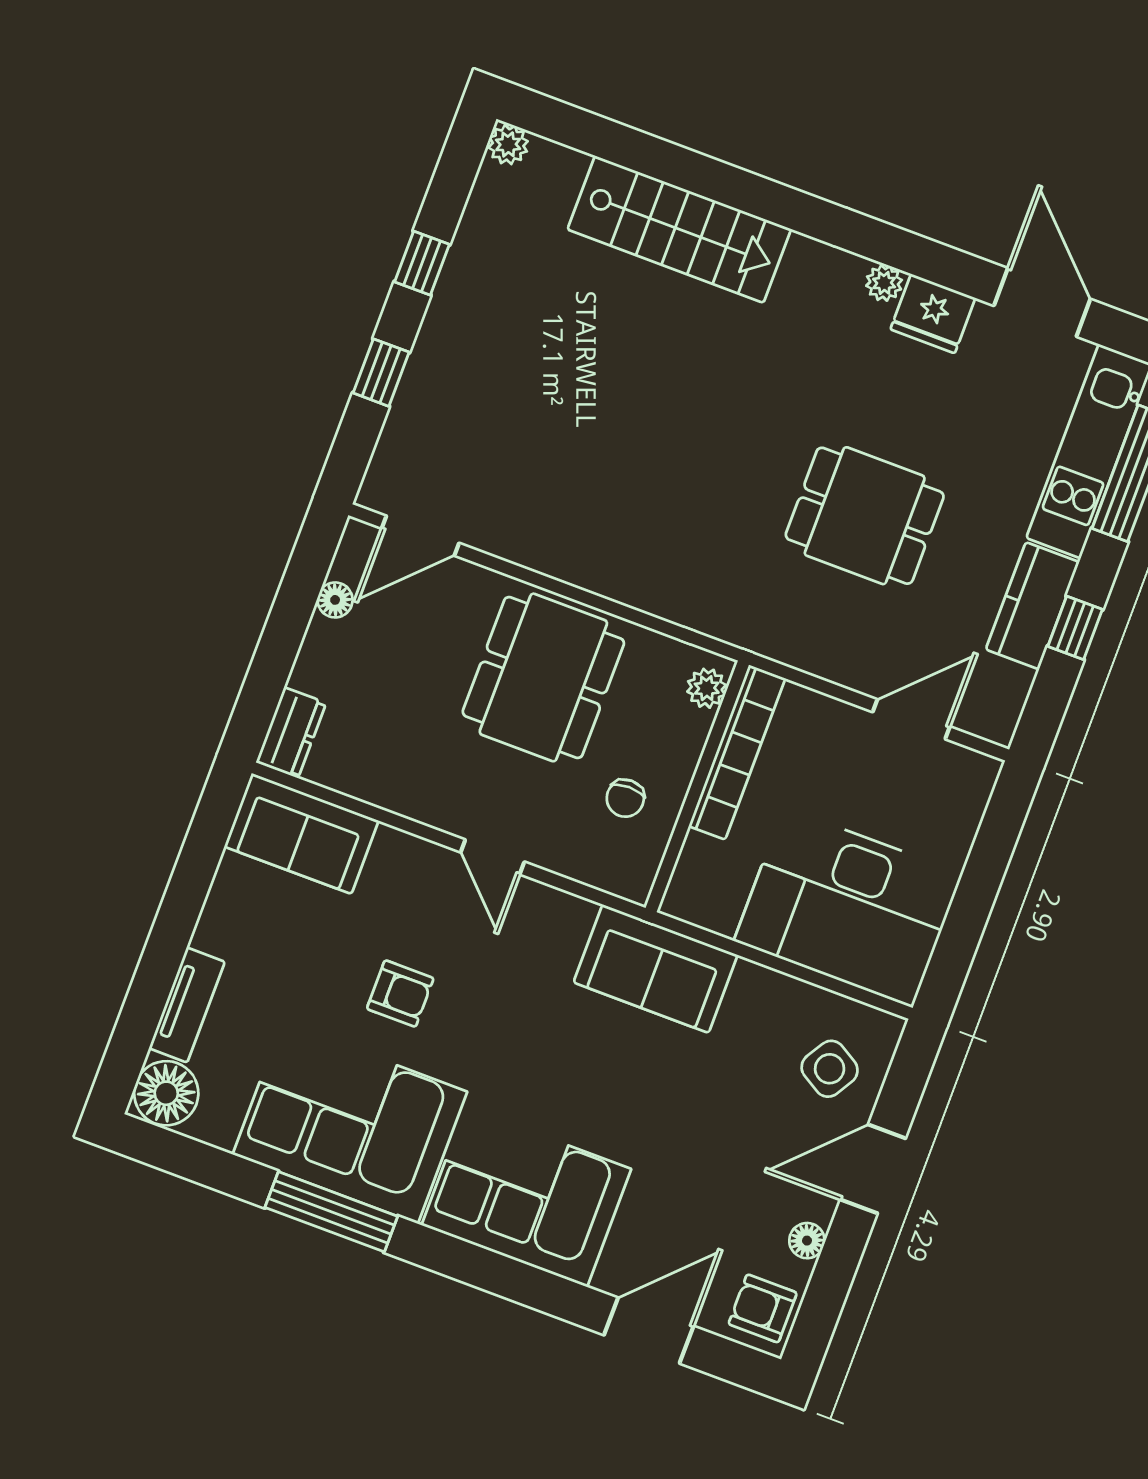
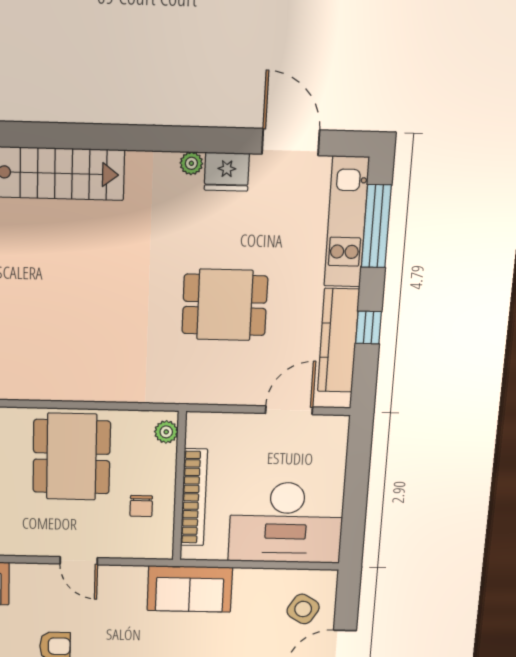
kitchen counter: (1033, 606) -> (338, 340), width x1.50
bookcase: (737, 752) -> (194, 497), moved

